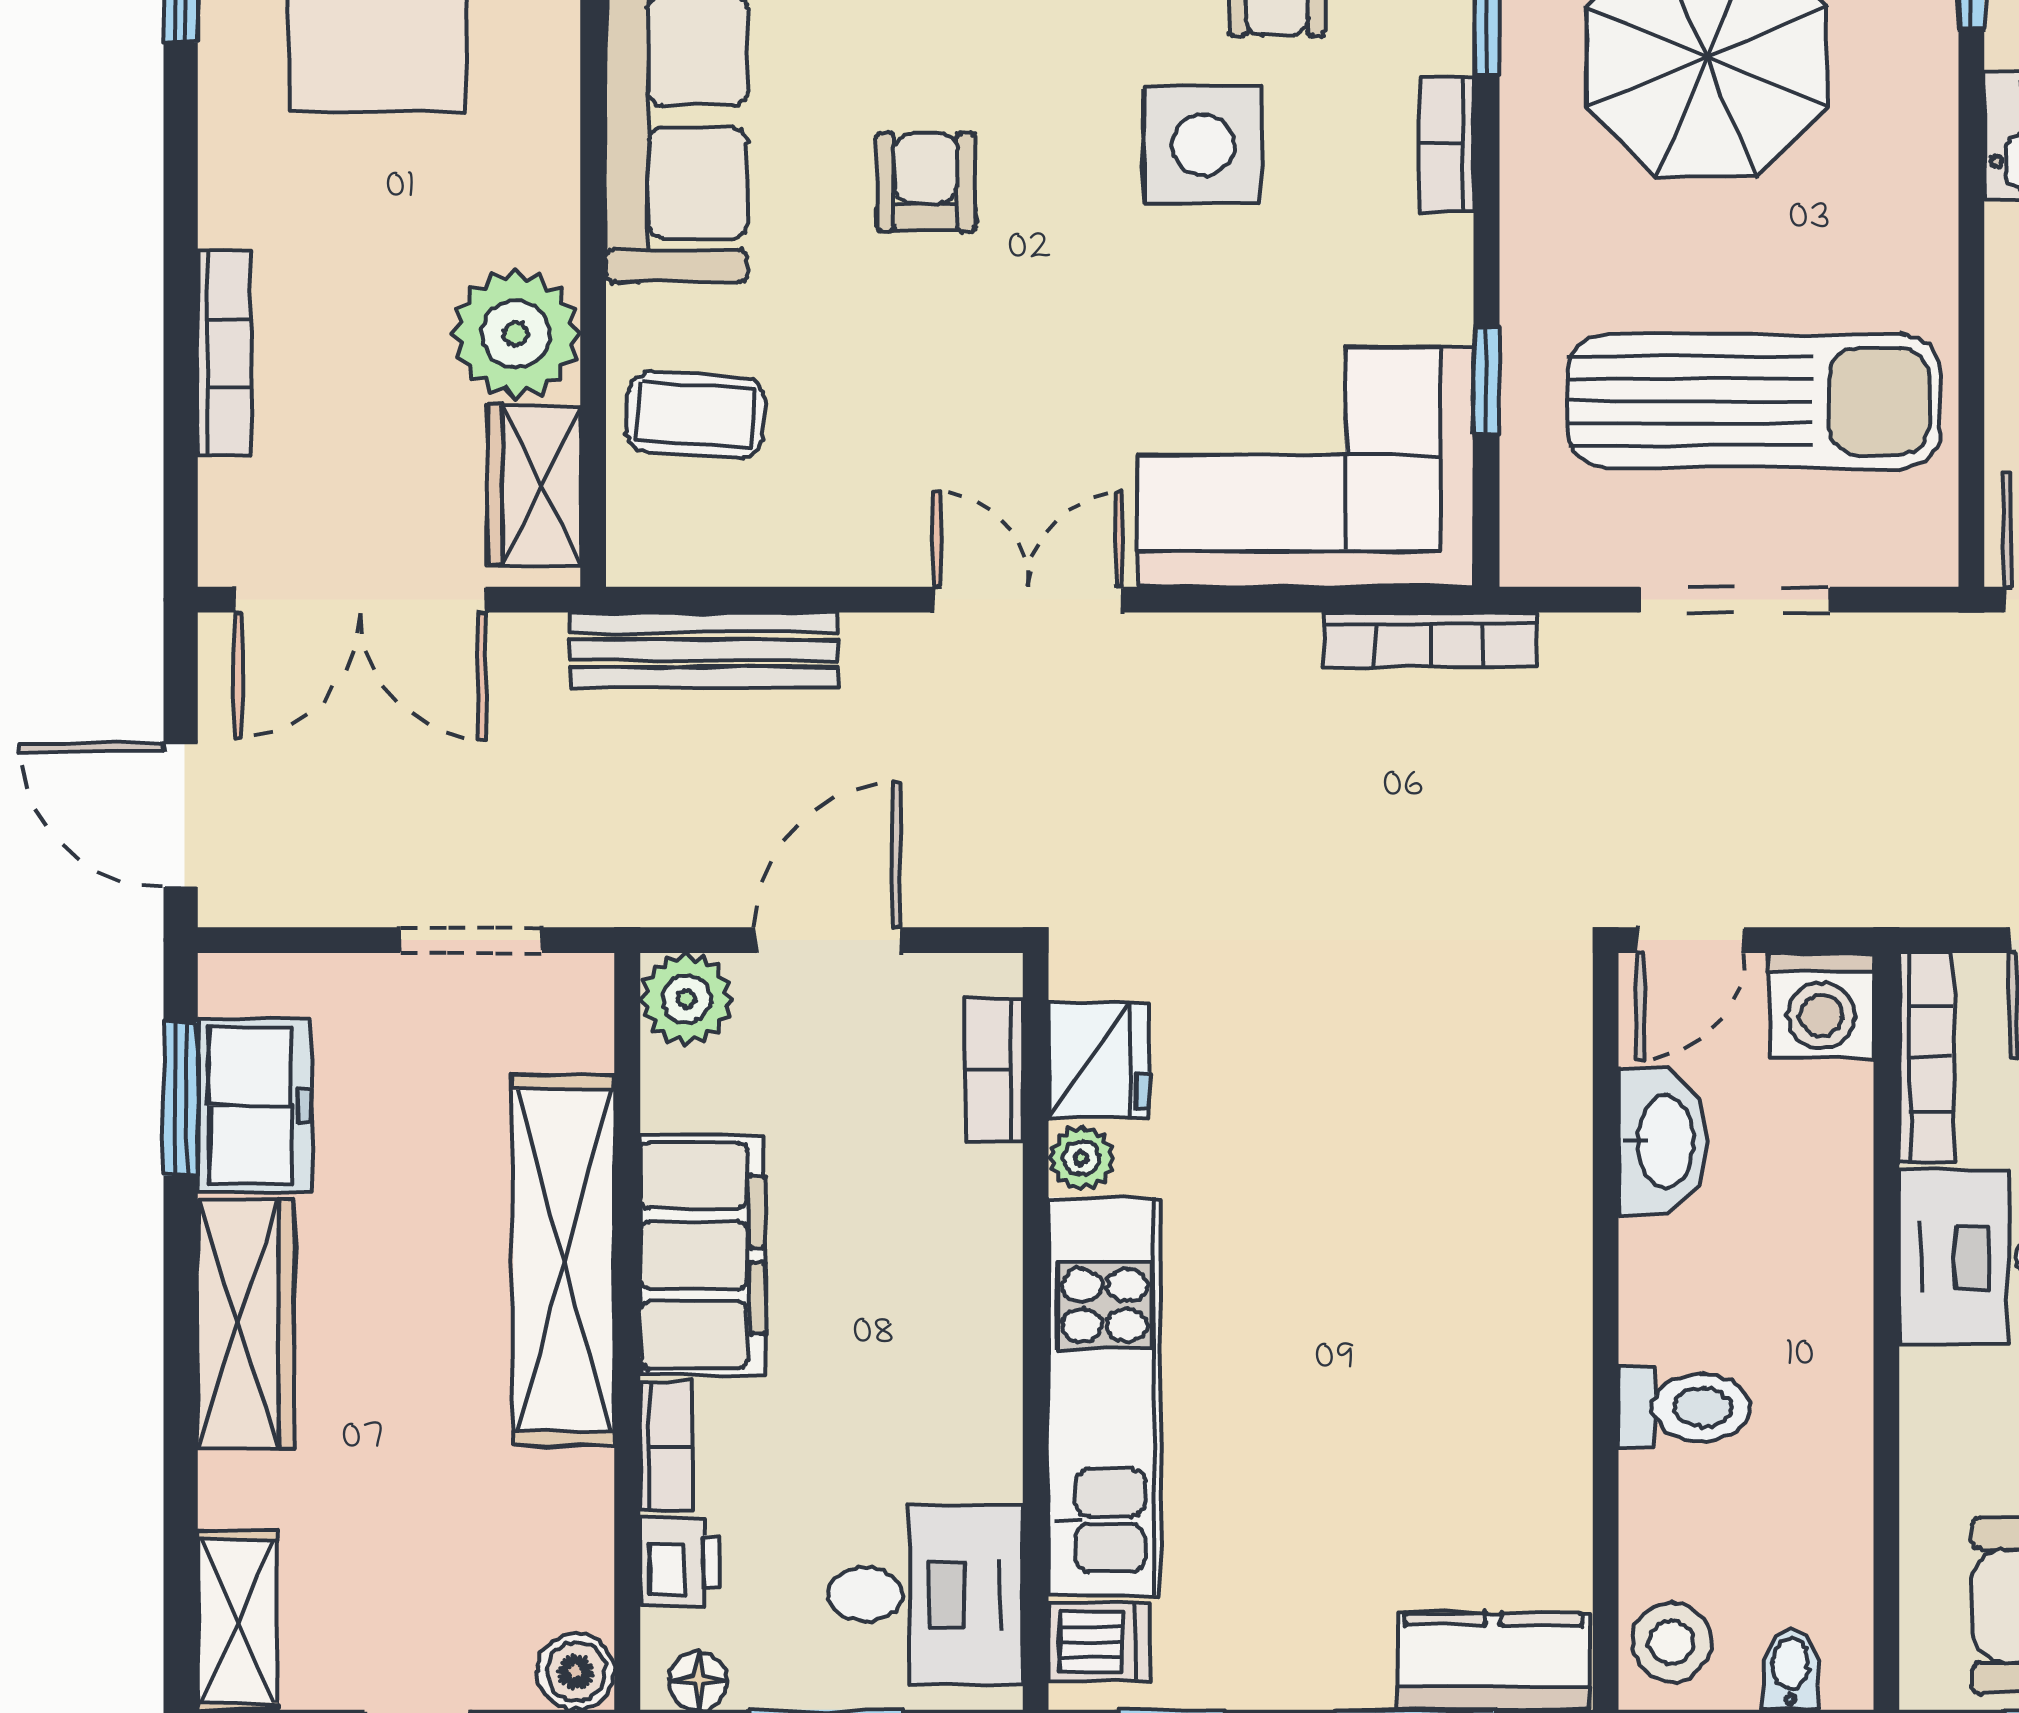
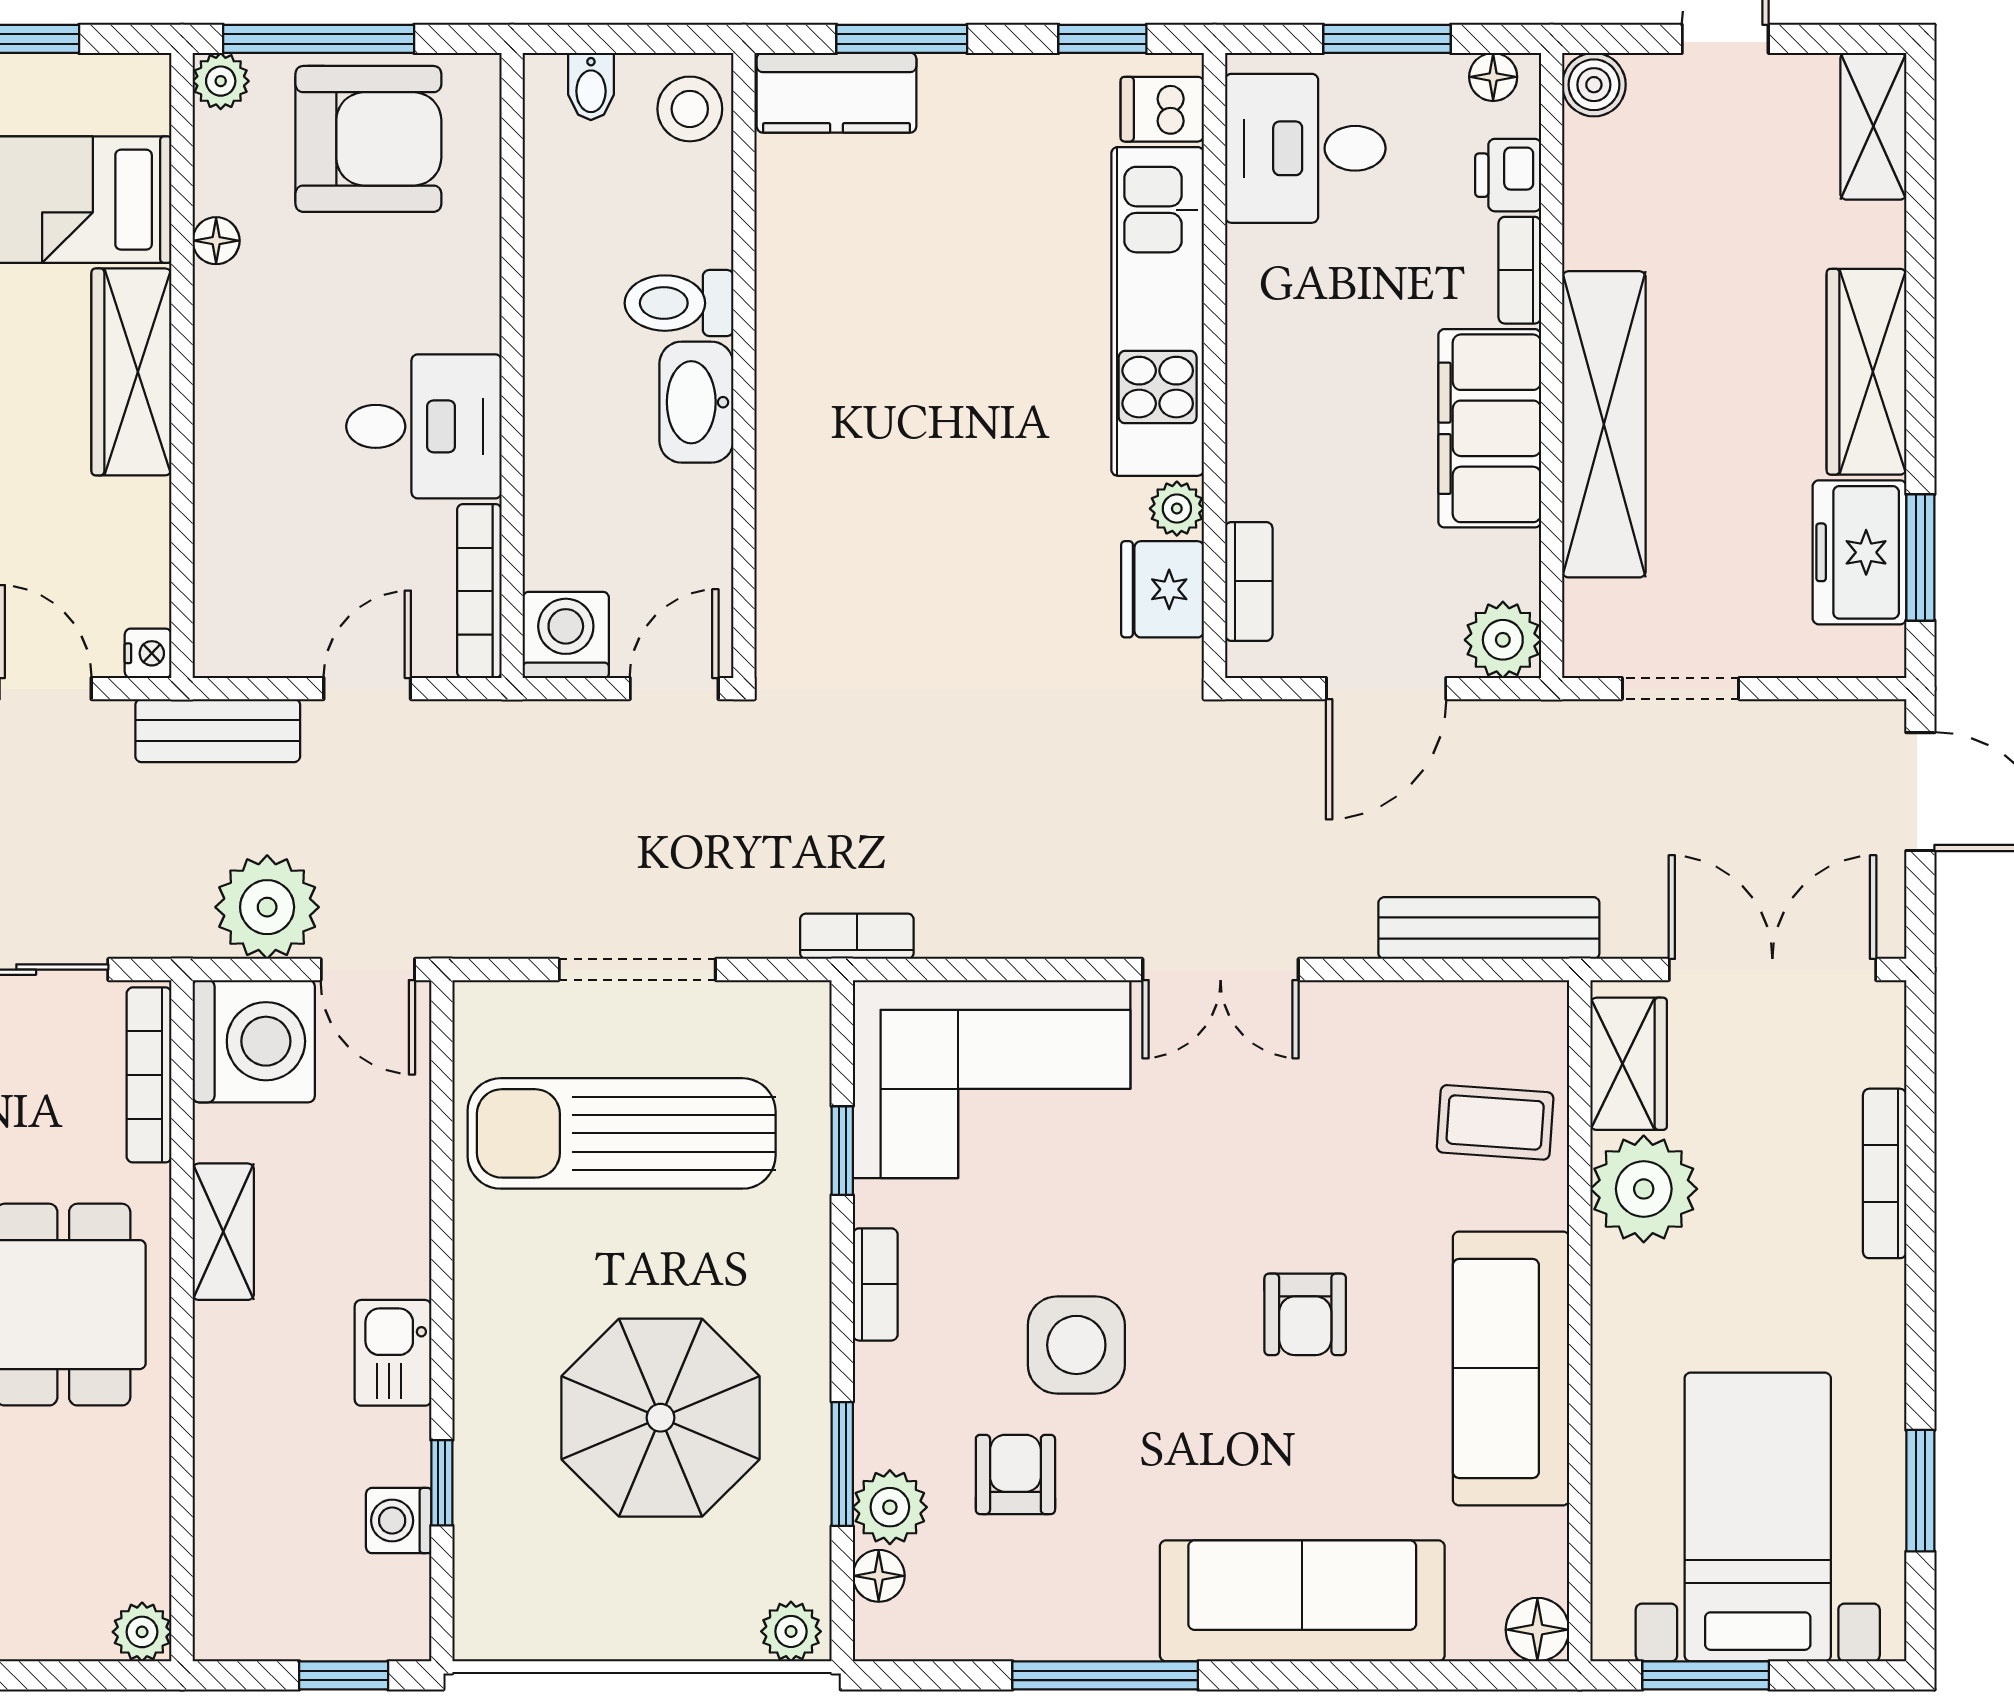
bookcase: (1447, 144) -> (875, 1284), moved
bookcase: (1430, 640) -> (857, 936), width x0.64
washbasin: (1663, 1142) -> (696, 402), moved

